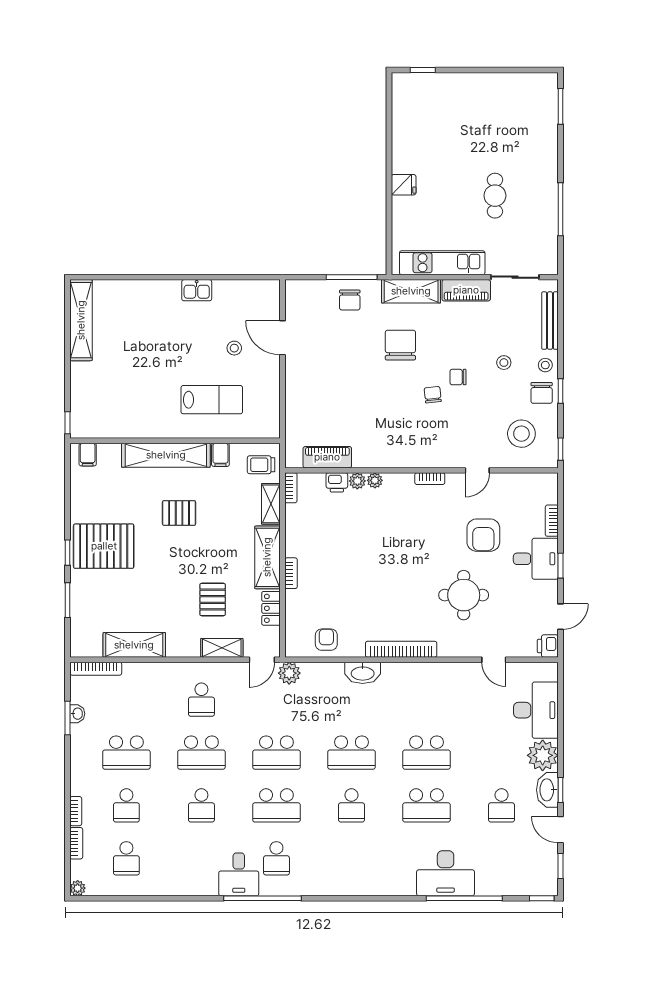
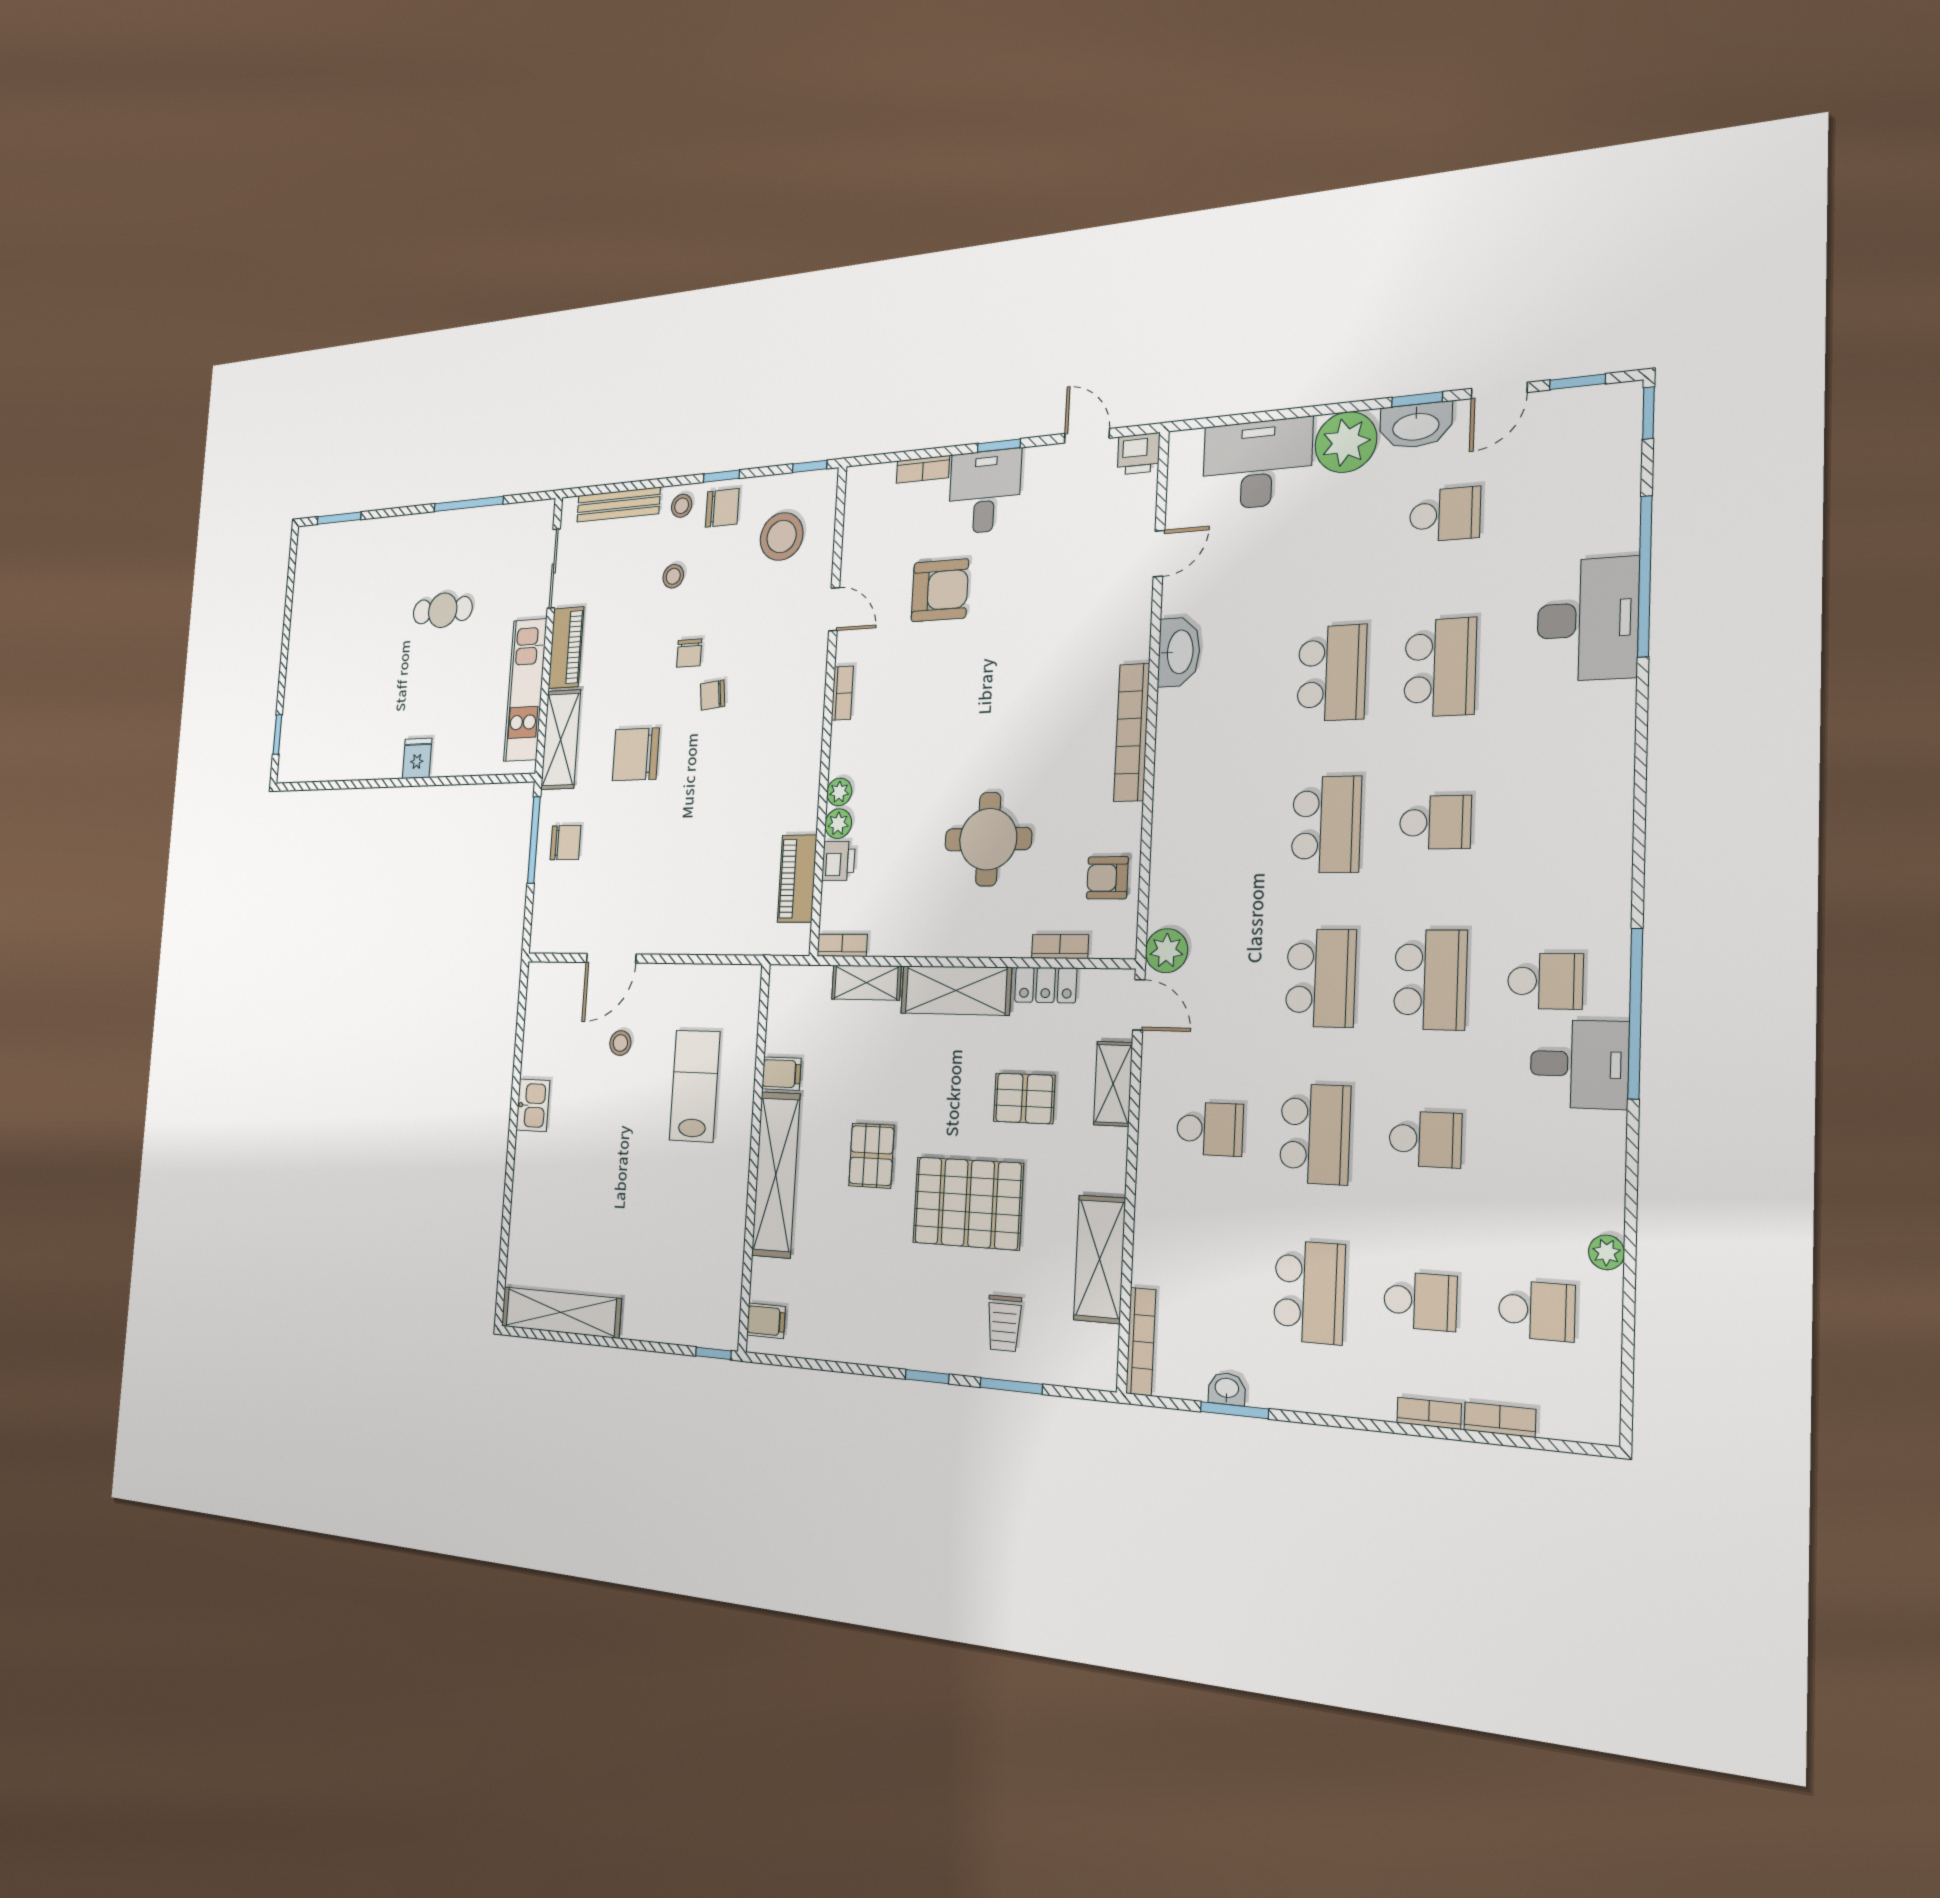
trolley: (261, 465) -> (1004, 1323), moved
pallet: (104, 546) -> (968, 1203), moved, turned 90
bookcase: (291, 573) -> (1060, 946), moved
round table: (464, 595) -> (988, 839), moved
washbasin: (363, 673) -> (1179, 652), moved
plant: (78, 888) -> (1607, 1252), moved

